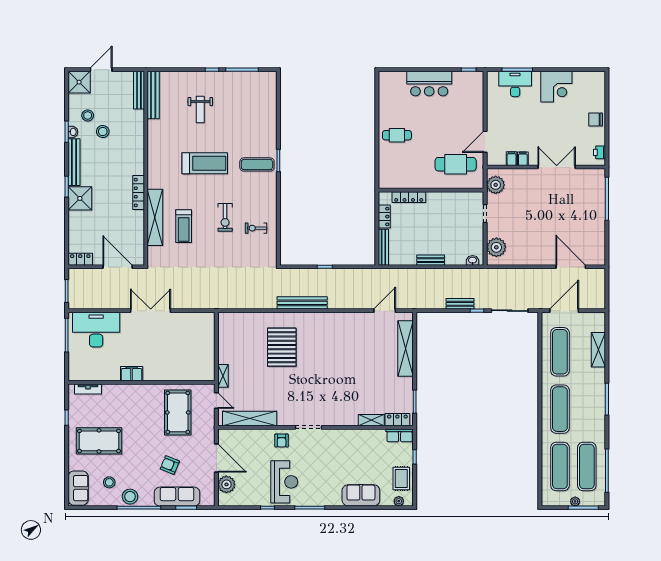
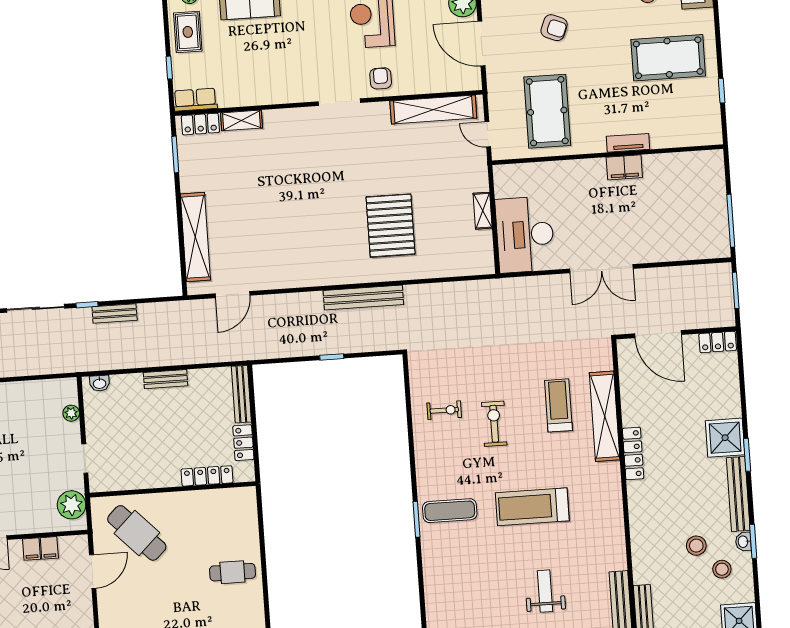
cafe table: (456, 164) -> (137, 533), turned 46
plant: (496, 247) -> (71, 413), width x0.53, depth x0.53
desk: (96, 330) -> (525, 235), moved, turned 90
shelving: (223, 376) -> (483, 211), moved
tv unit: (88, 389) -> (628, 143), moved

